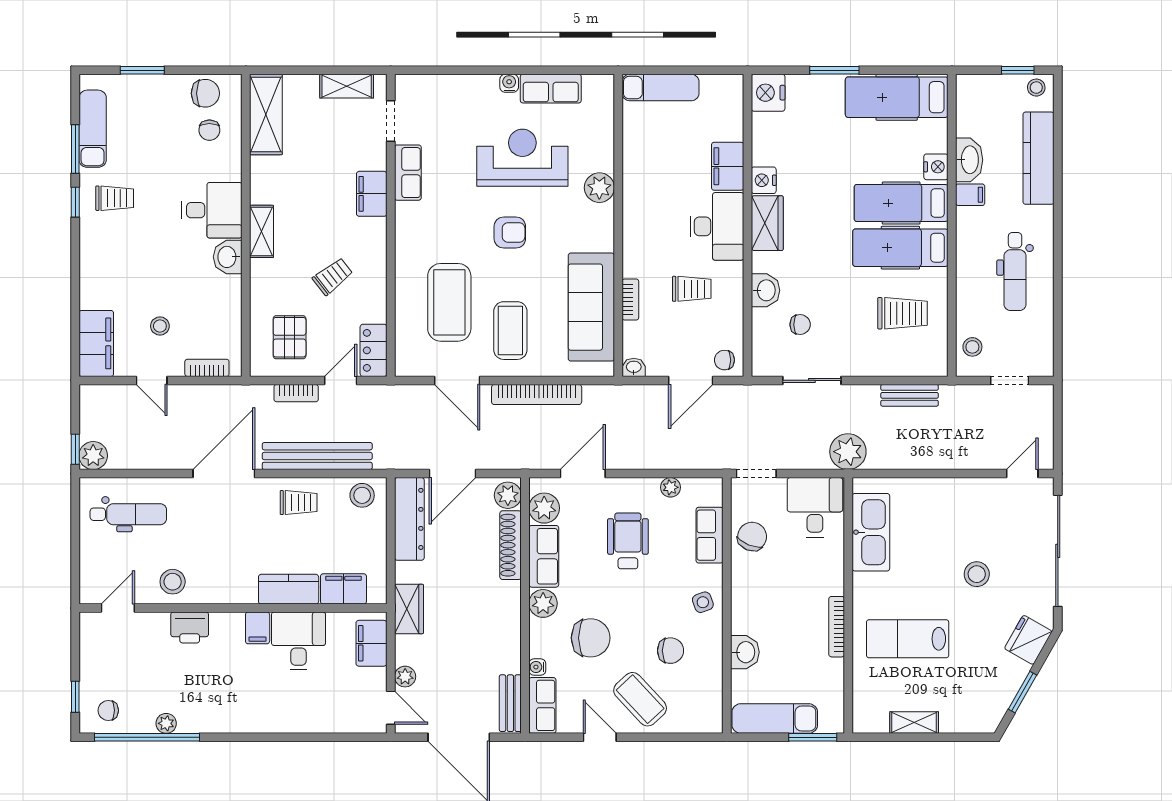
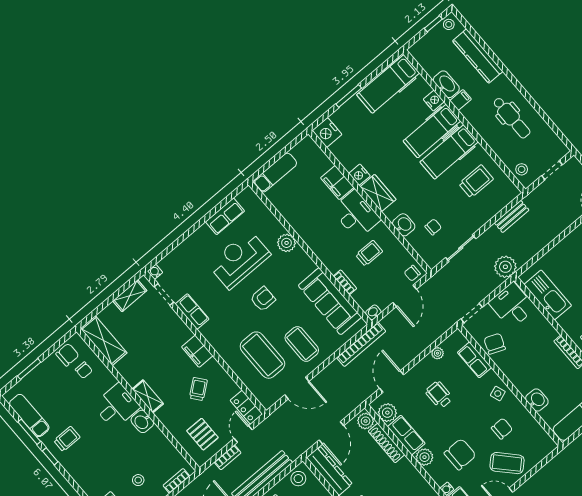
water cooler: (509, 83) -> (155, 272), moved
filing cabinet: (372, 194) -> (197, 351), moved
bookcase: (537, 395) -> (361, 344), moved
wheelchair: (628, 541) -> (439, 395), width x0.73, depth x0.73

